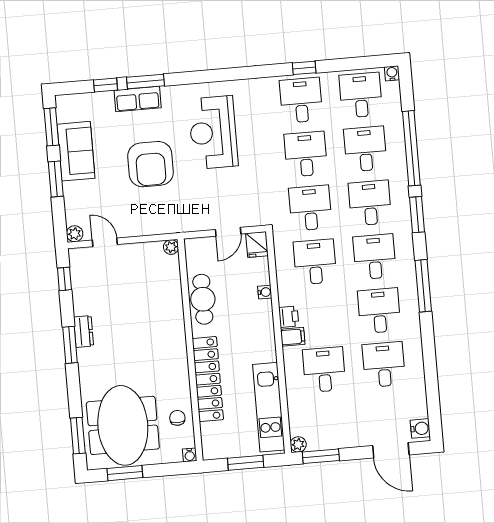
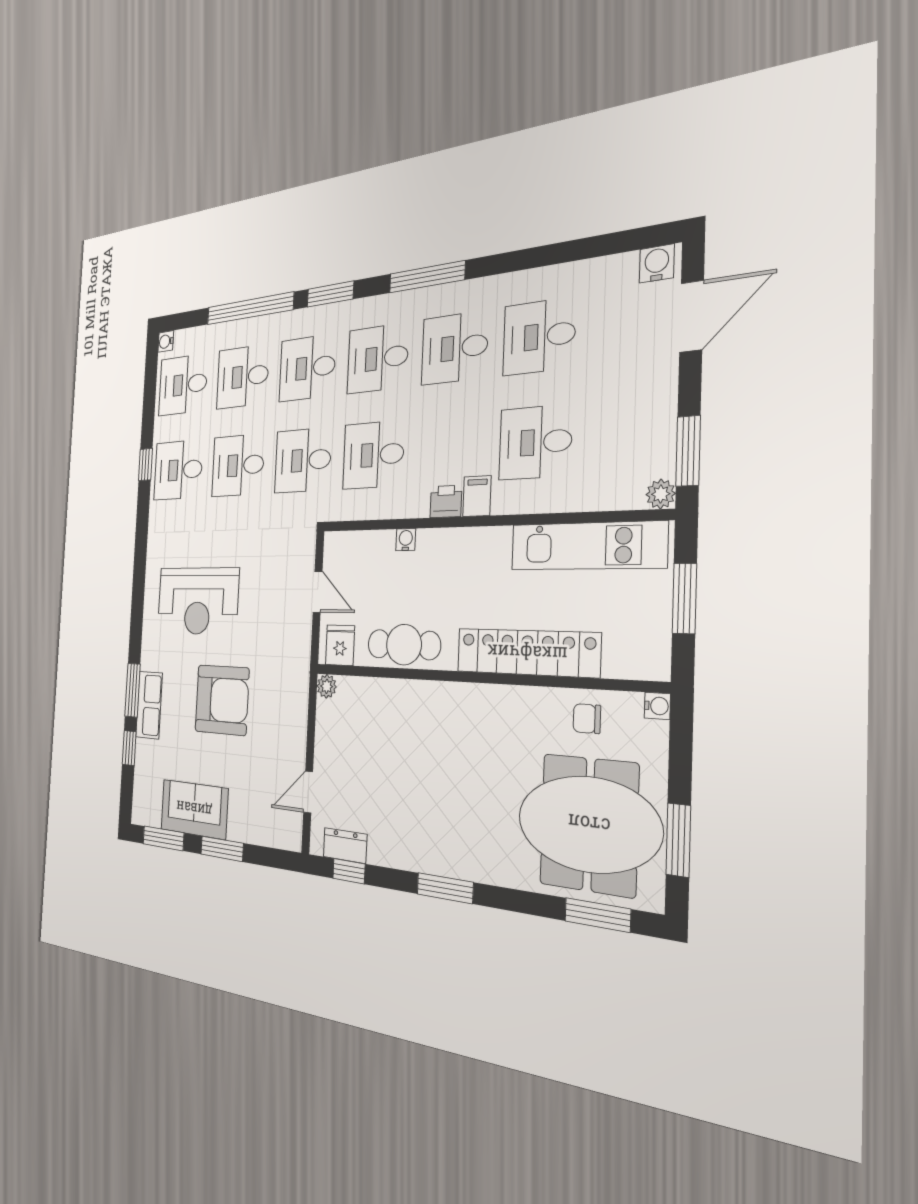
plant: (75, 234) -> (292, 838), removed
fridge: (257, 244) -> (340, 645), moved, turned -90
dresser: (84, 332) -> (345, 846), moved

